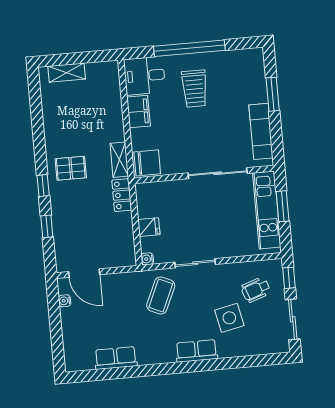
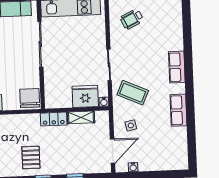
shelving: (119, 160) -> (81, 117), moved
fridge: (149, 227) -> (85, 96), width x1.88, depth x1.34
wheelchair: (256, 290) -> (132, 19), turned 83
side table: (229, 318) -> (131, 125), moved, width x0.54, depth x0.54
row of seats: (116, 358) -> (178, 110), moved

